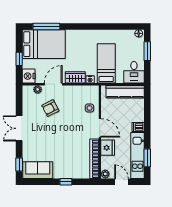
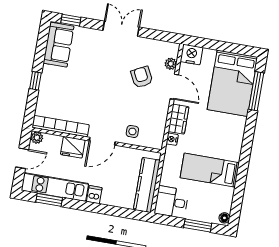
window: (19, 59) -> (218, 45), removed
bed: (106, 63) -> (210, 170), moved, turned 180

